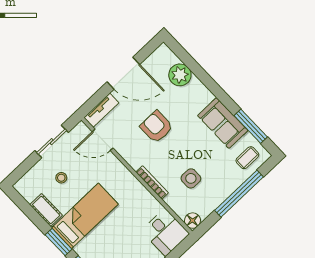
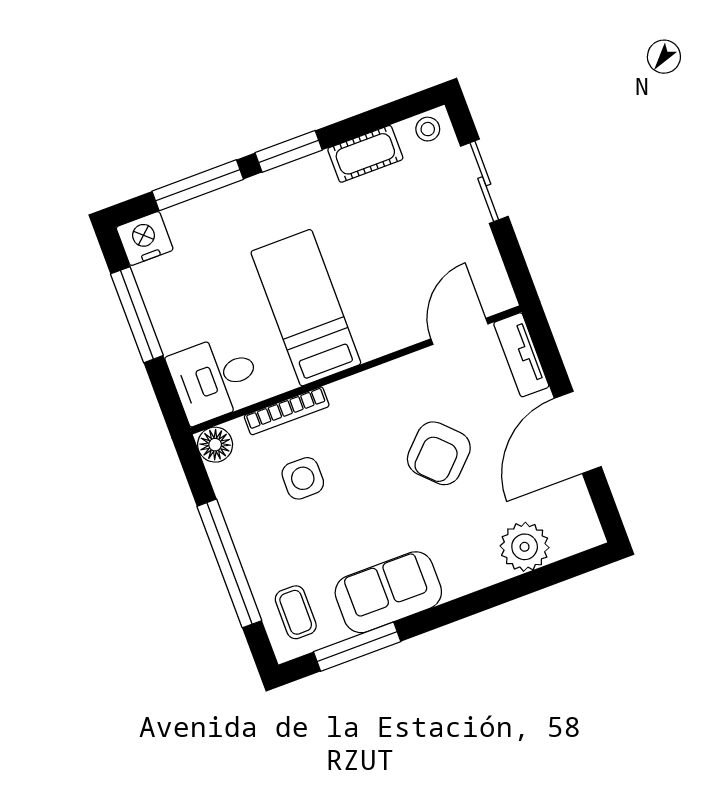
armchair: (157, 127) -> (439, 453), turned 135
sliding door: (52, 142) -> (484, 181), moved
stool: (61, 178) -> (428, 129), moved
bookcase: (152, 182) -> (287, 411), moved
bed: (85, 216) -> (306, 308), moved, turned 180

